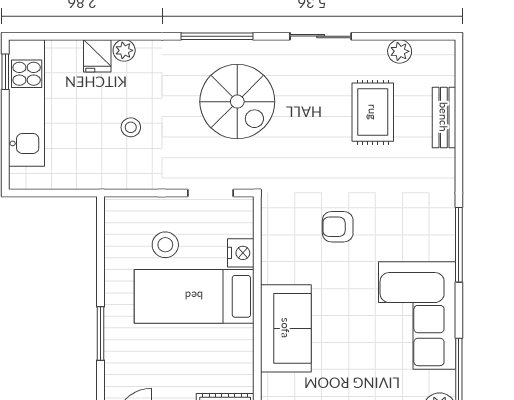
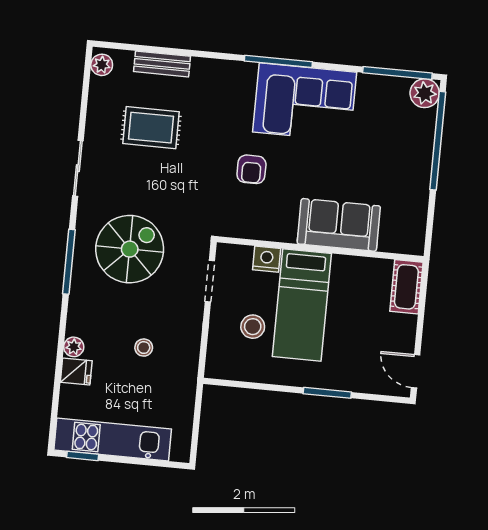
plant: (400, 51) -> (102, 65), moved
corner sofa: (417, 316) -> (305, 102), moved

